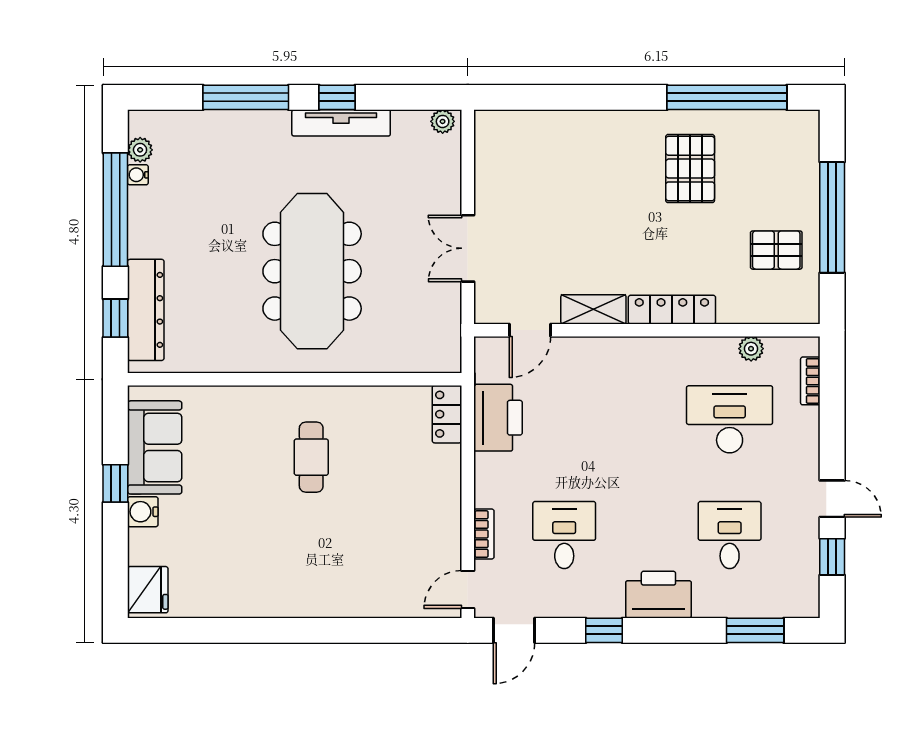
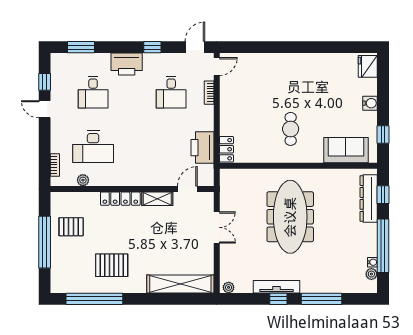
shelving: (545, 129) -> (180, 284), added
pallet: (690, 169) -> (112, 265), turned 90
sofa: (155, 447) -> (346, 150), moved, turned 90
window: (115, 483) -> (383, 134), moved

